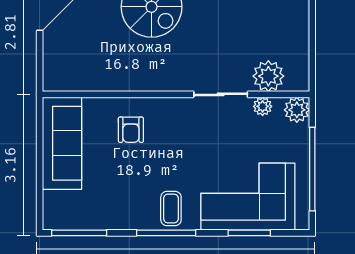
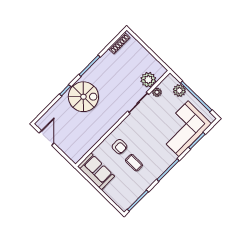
plant: (297, 110) -> (179, 91), moved
sofa: (62, 143) -> (96, 171), width x0.73
coffee table: (171, 209) -> (134, 163), moved

